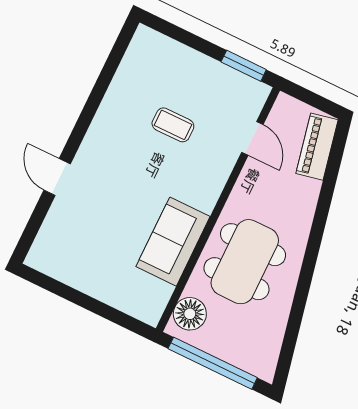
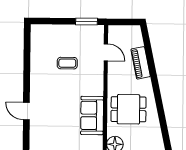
piano: (317, 147) -> (141, 63), moved
dining table: (245, 262) -> (128, 109), width x0.73

